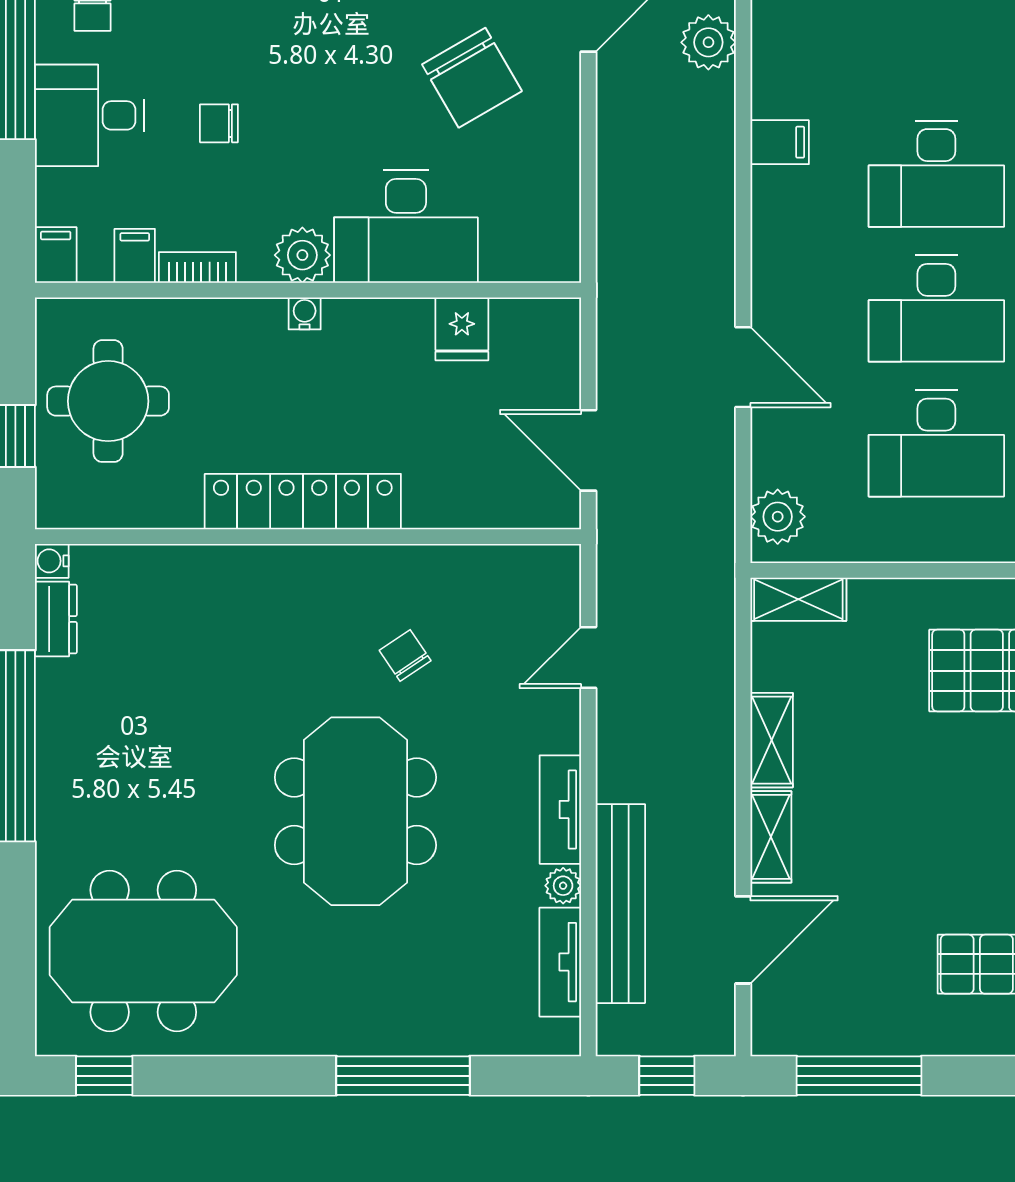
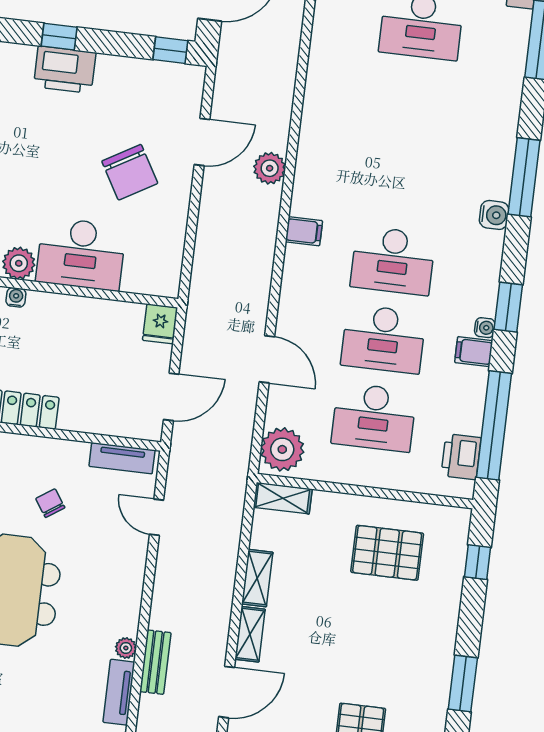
fridge: (462, 329) -> (160, 324), moved
door: (588, 450) -> (171, 397), swing flipped
plant: (778, 517) -> (282, 449), width x1.36, depth x1.36
door: (588, 658) -> (157, 517), hinge flipped
tv unit: (560, 810) -> (122, 458), moved, turned -90
bench: (620, 904) -> (155, 662), width x0.54, depth x0.82

